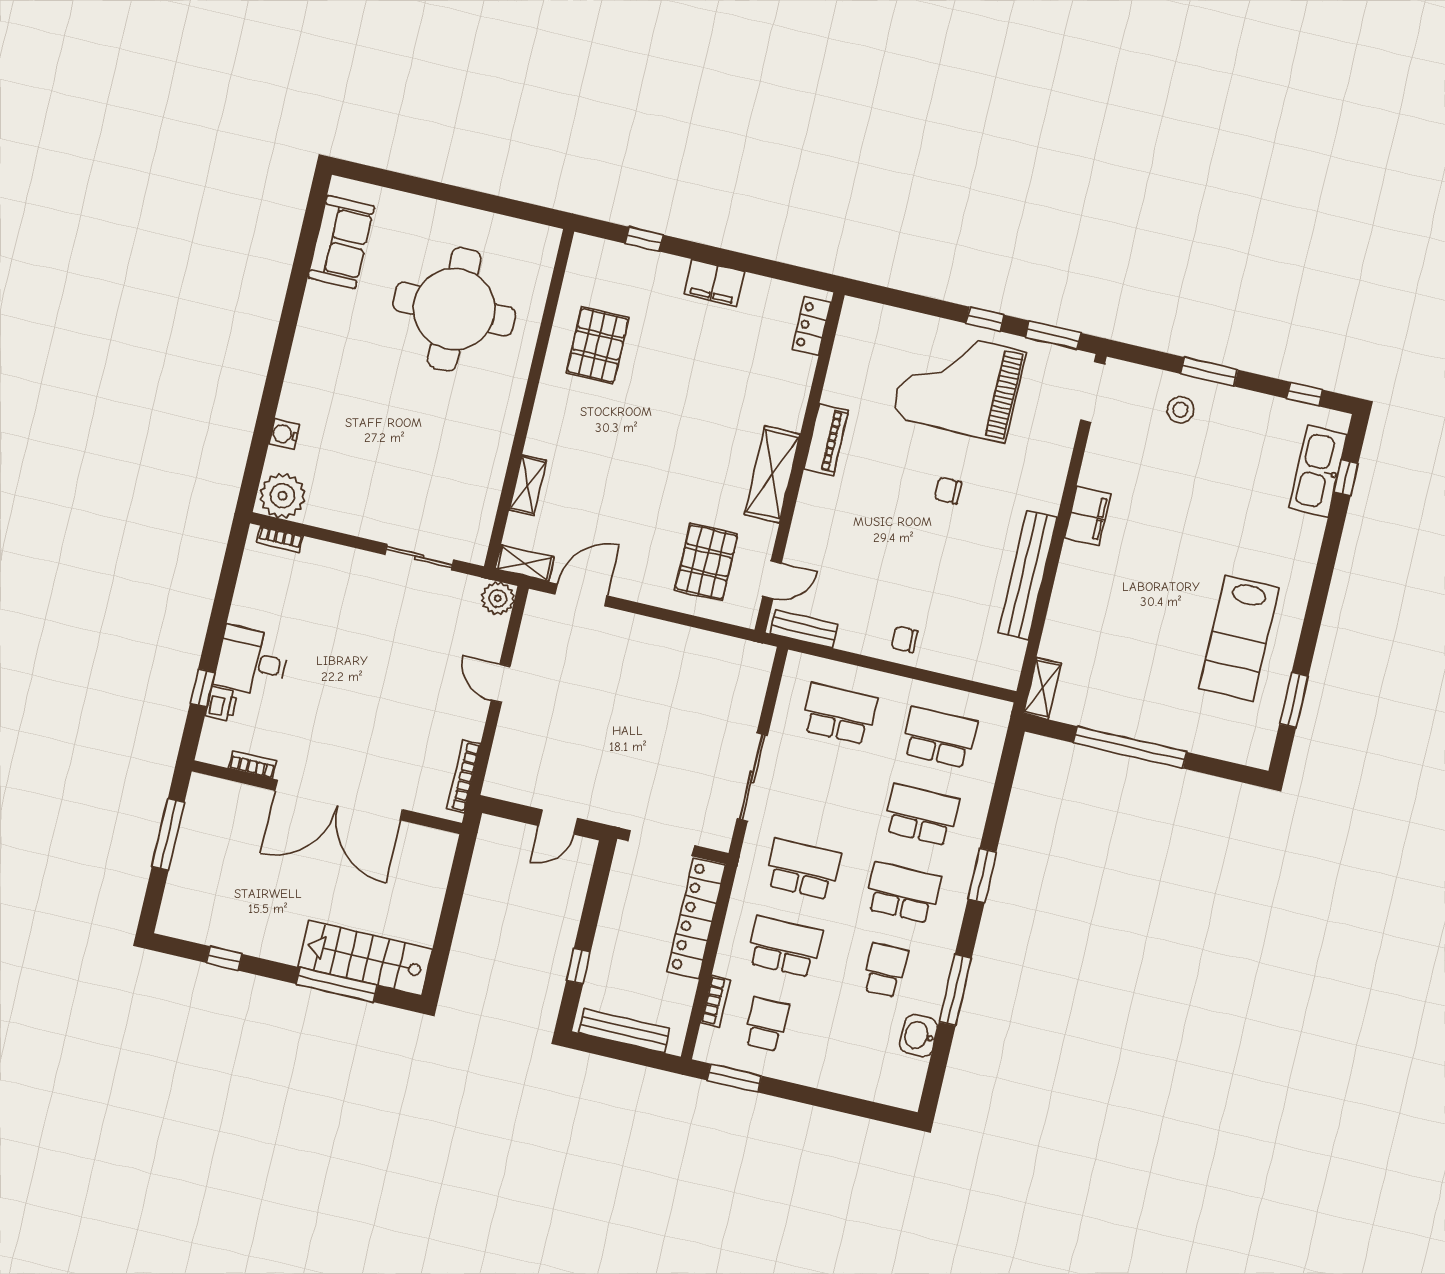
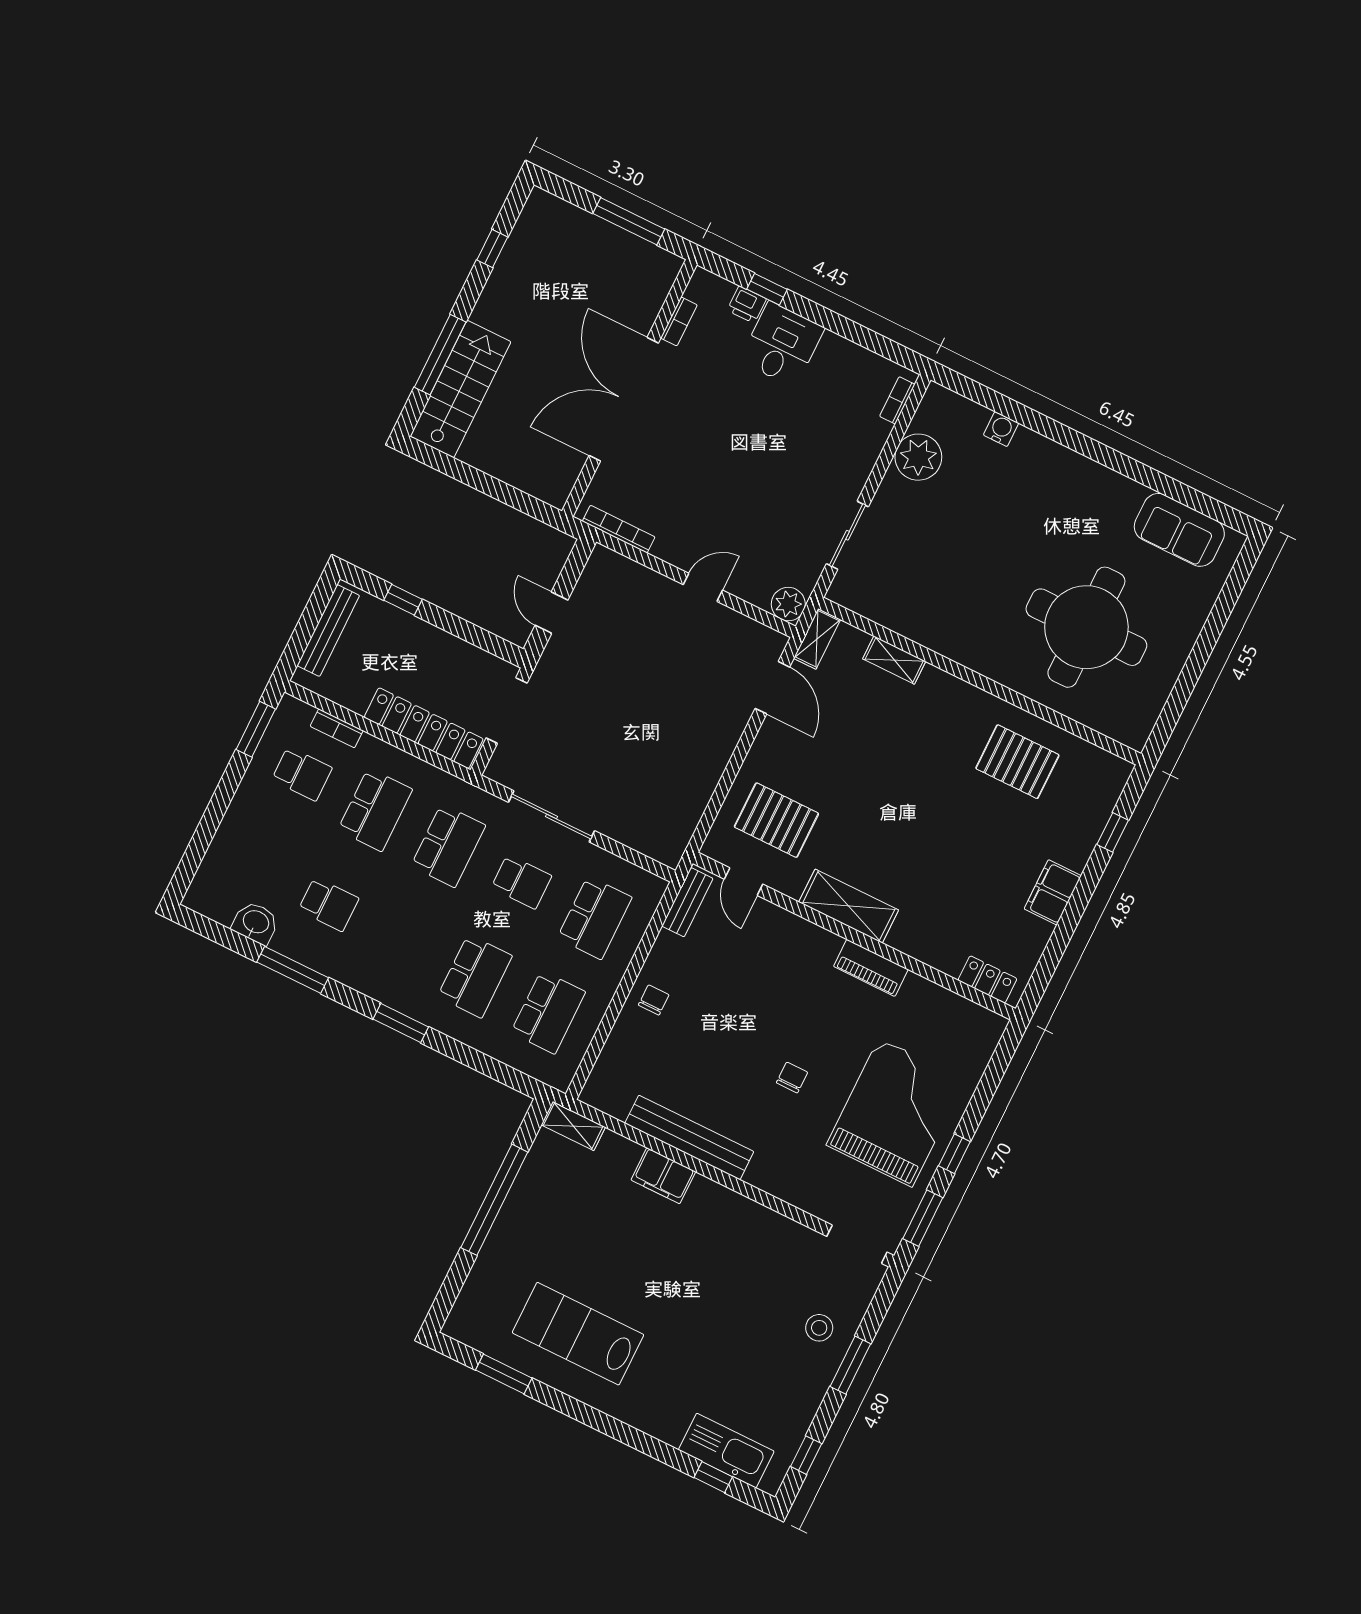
plant: (282, 496) -> (918, 457), moved
filing cabinet: (1088, 516) -> (663, 1176), moved
school desk: (903, 893) -> (521, 882), moved, width x0.54

